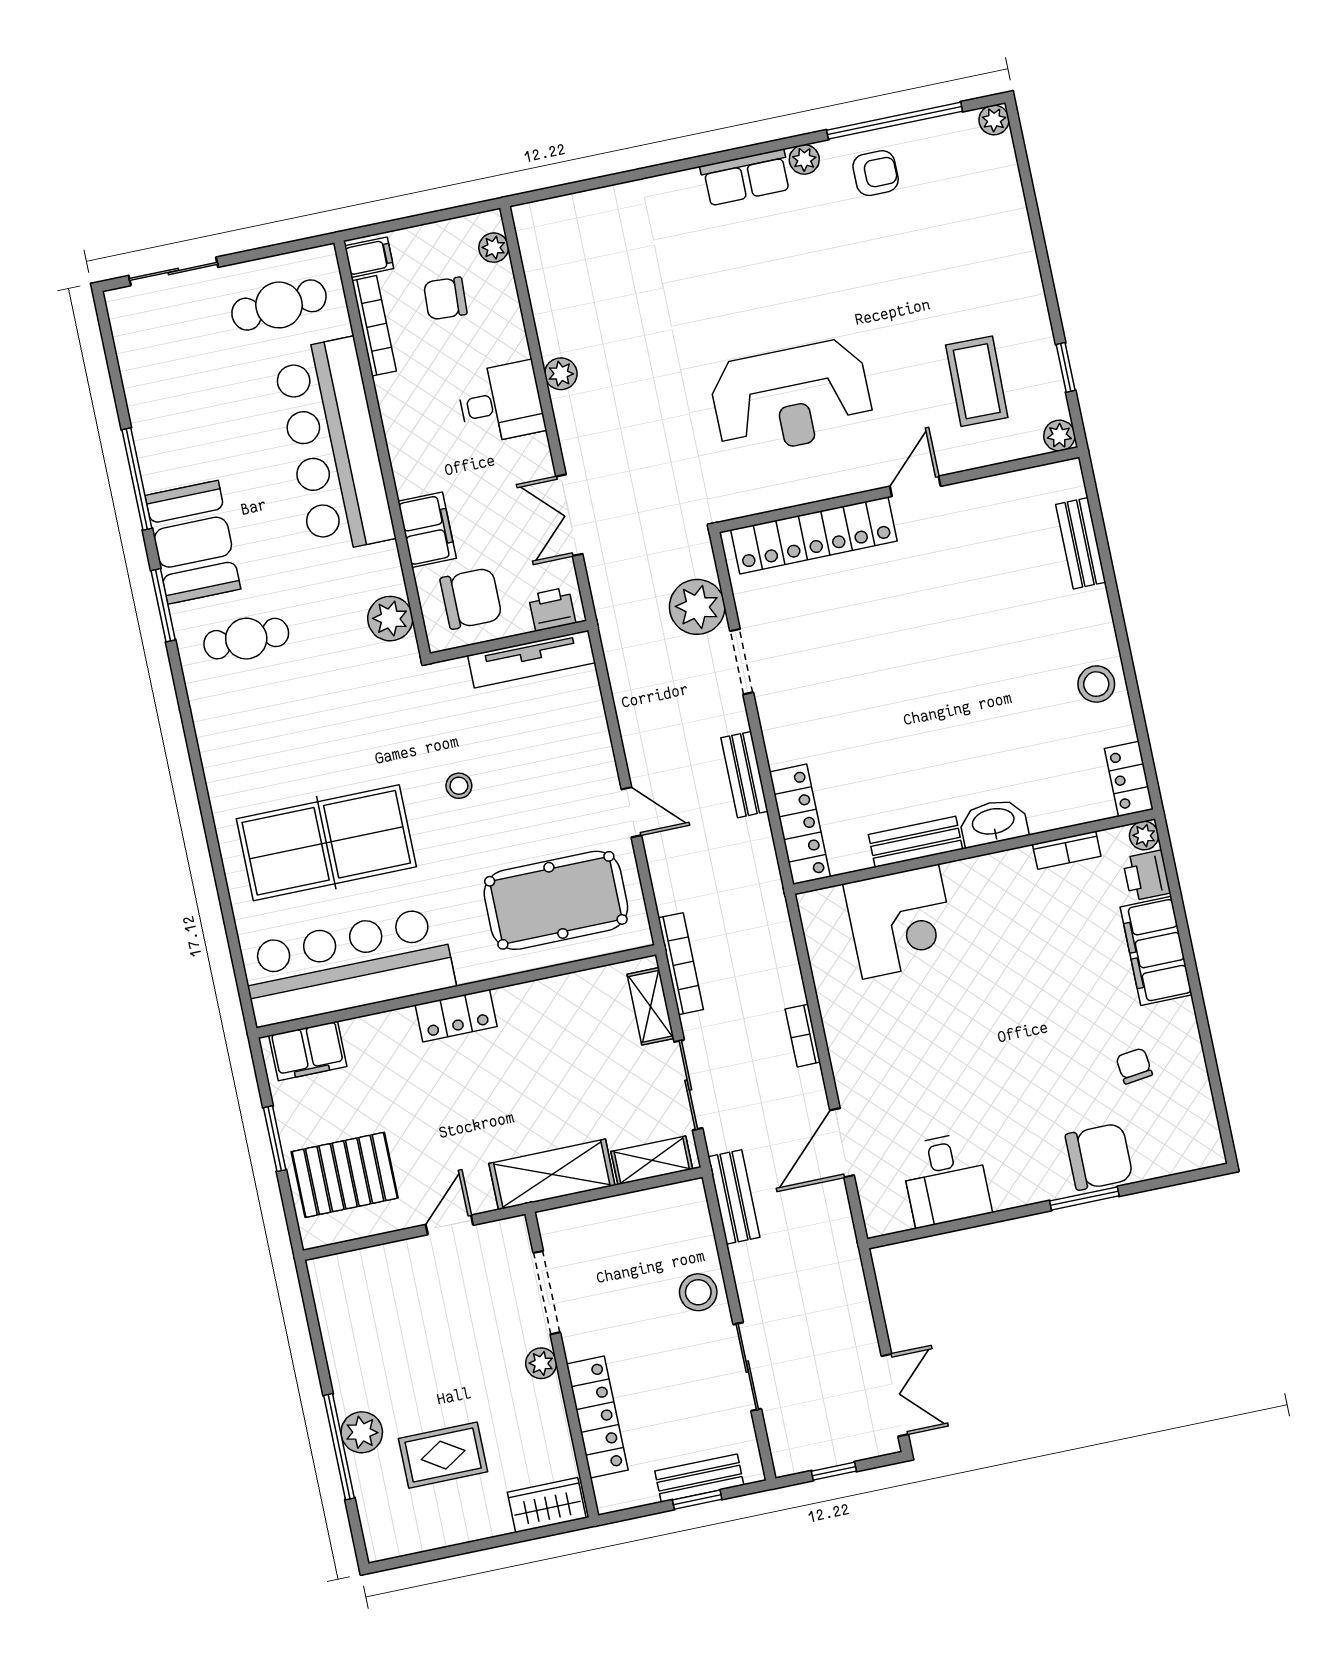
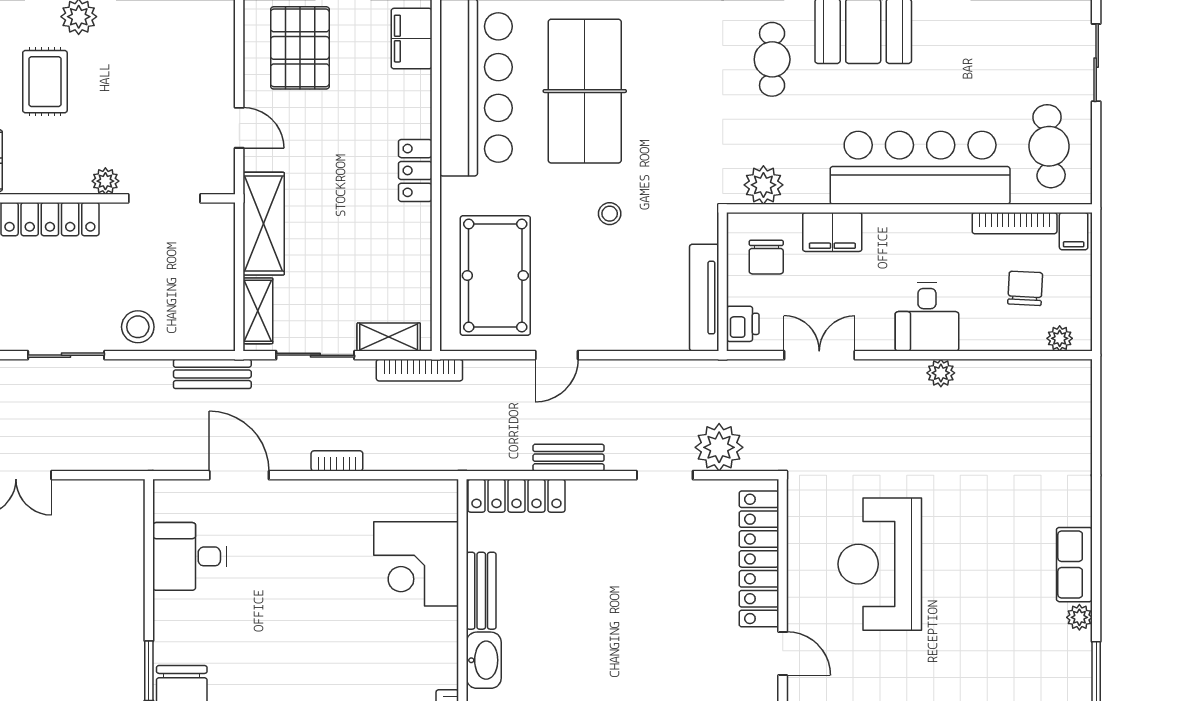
armchair: (876, 173) -> (1055, 675), removed
chair: (471, 598) -> (766, 257), width x0.73, depth x0.73

